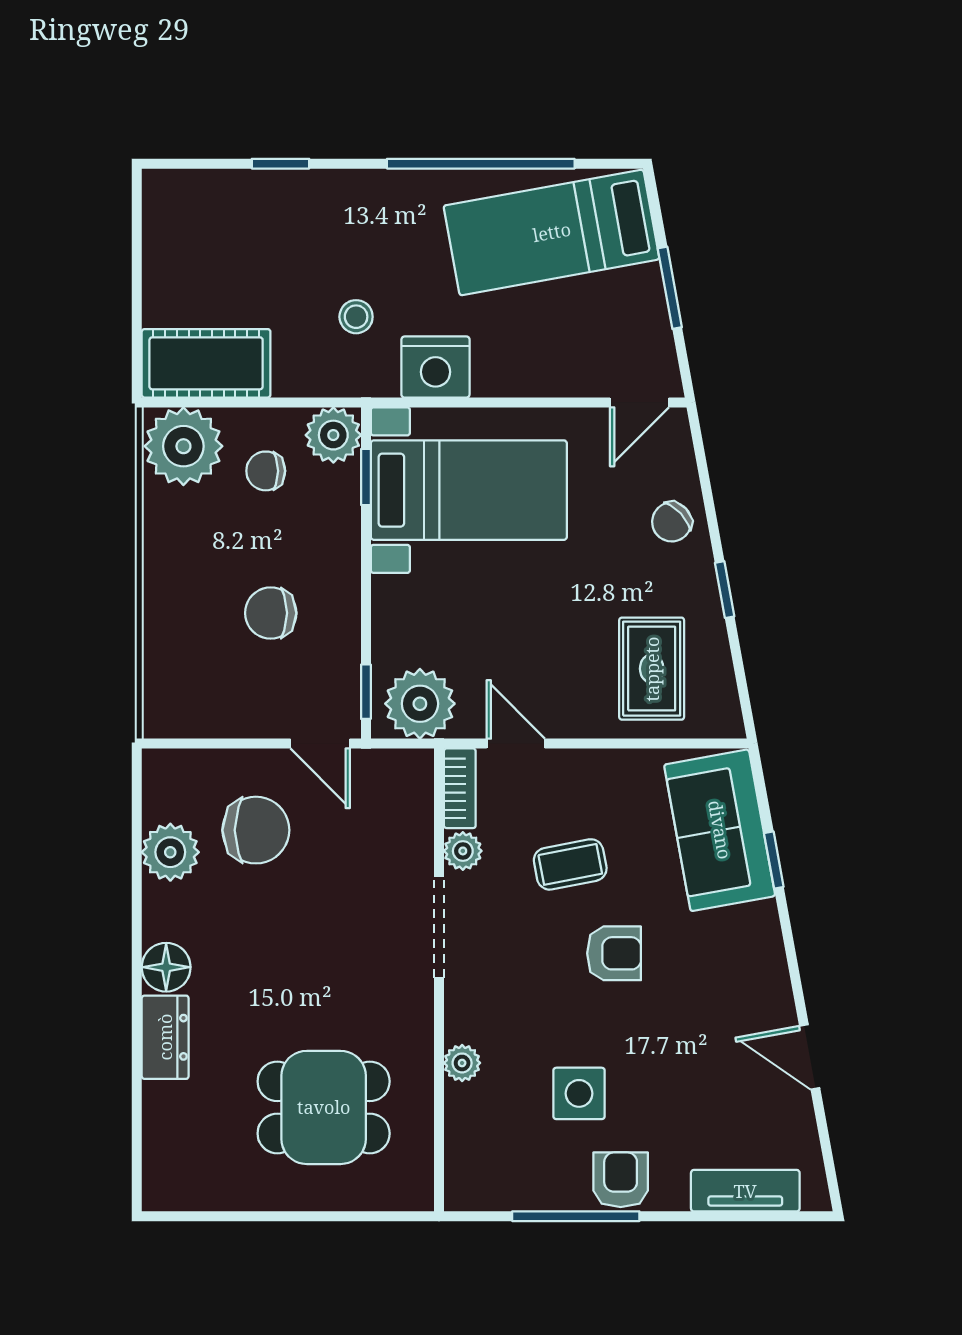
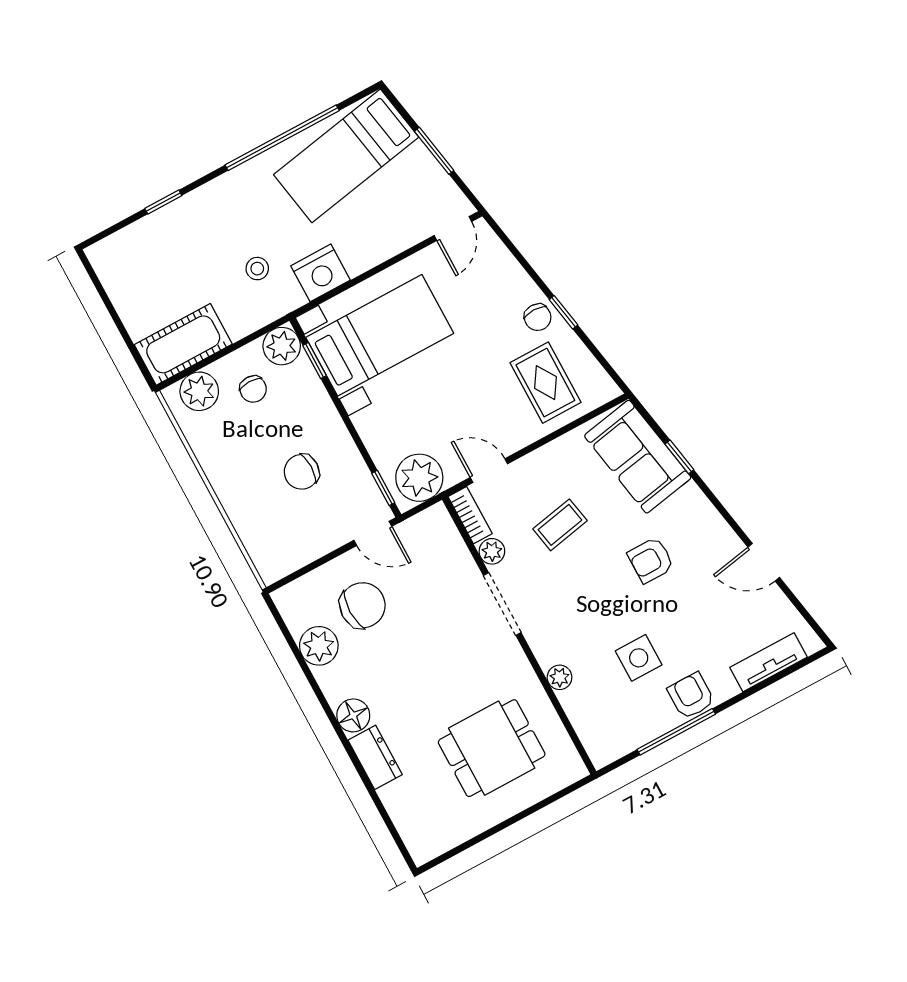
plant: (183, 446) -> (199, 391), width x0.73, depth x0.73
chair: (266, 471) -> (253, 389), turned -90
chair: (672, 522) -> (538, 317), moved, turned -47
armchair: (614, 953) -> (651, 560), moved, turned 180

